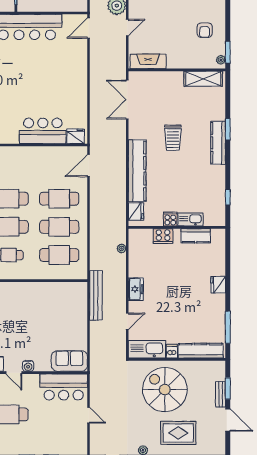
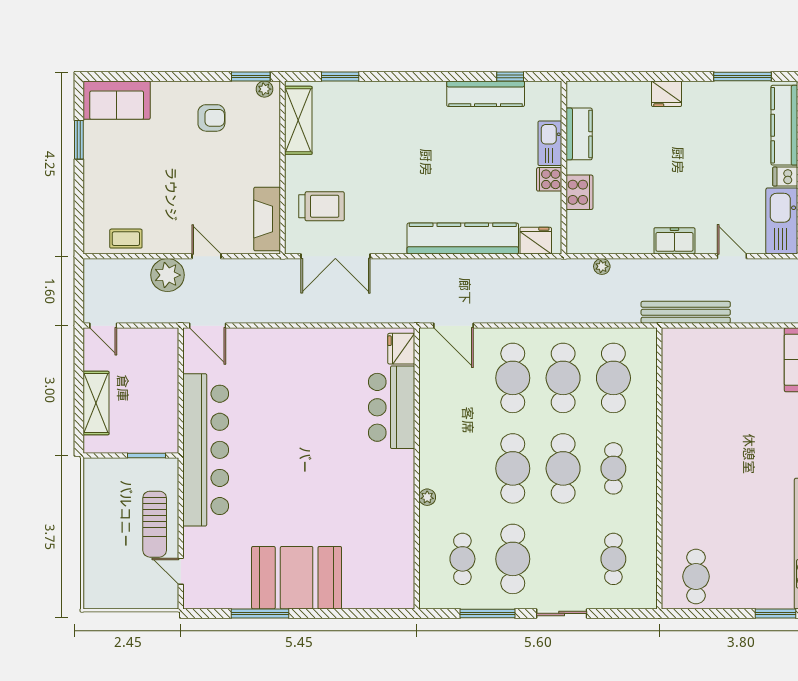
window: (228, 129) -> (340, 77), moved
trolley: (173, 138) -> (322, 206), moved
kitchen counter: (218, 143) -> (486, 94), moved

